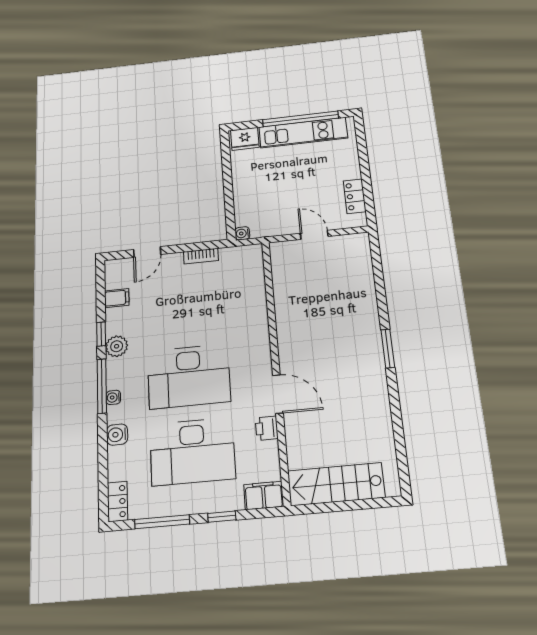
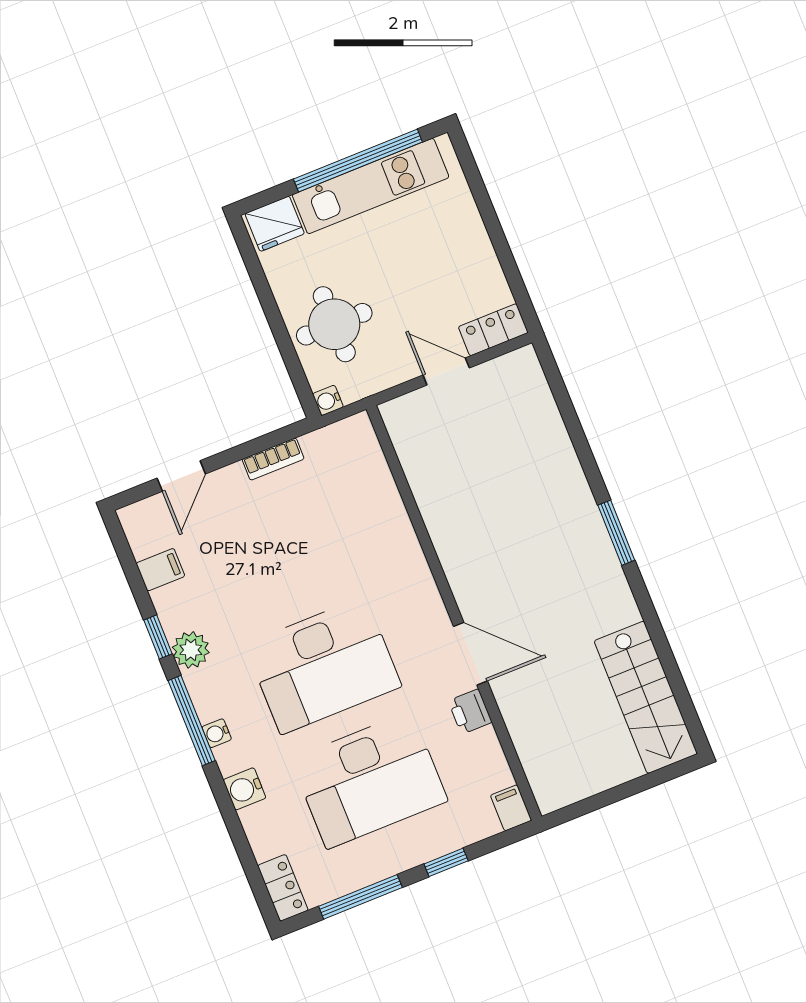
round table: (260, 196) -> (334, 324), added
locker: (355, 196) -> (493, 330), moved, turned 90
stairs: (336, 484) -> (646, 697), moved, turned -90
filing cabinet: (264, 495) -> (511, 808), width x0.50

